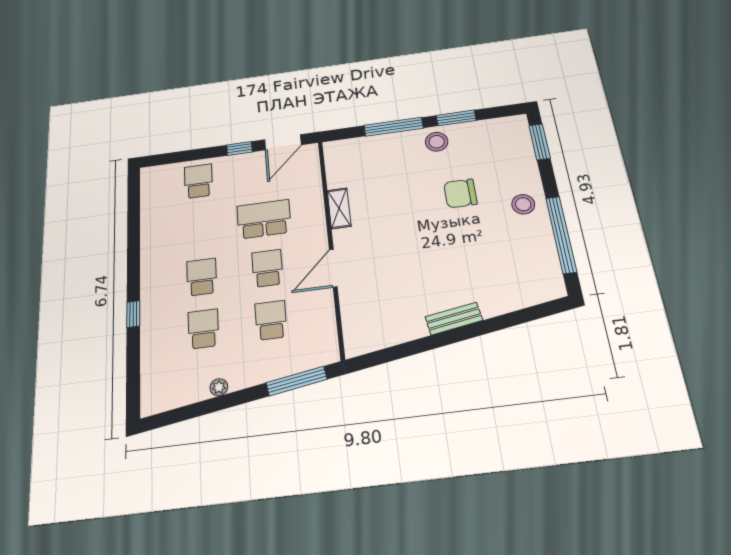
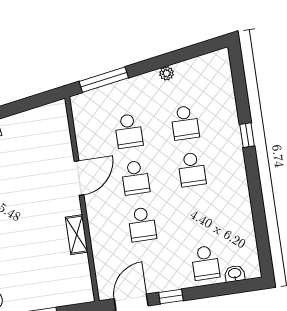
washbasin: (168, 171) -> (235, 274), added
school desk: (264, 219) -> (142, 224), width x0.54

